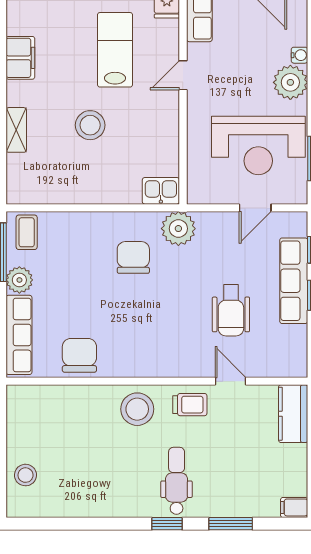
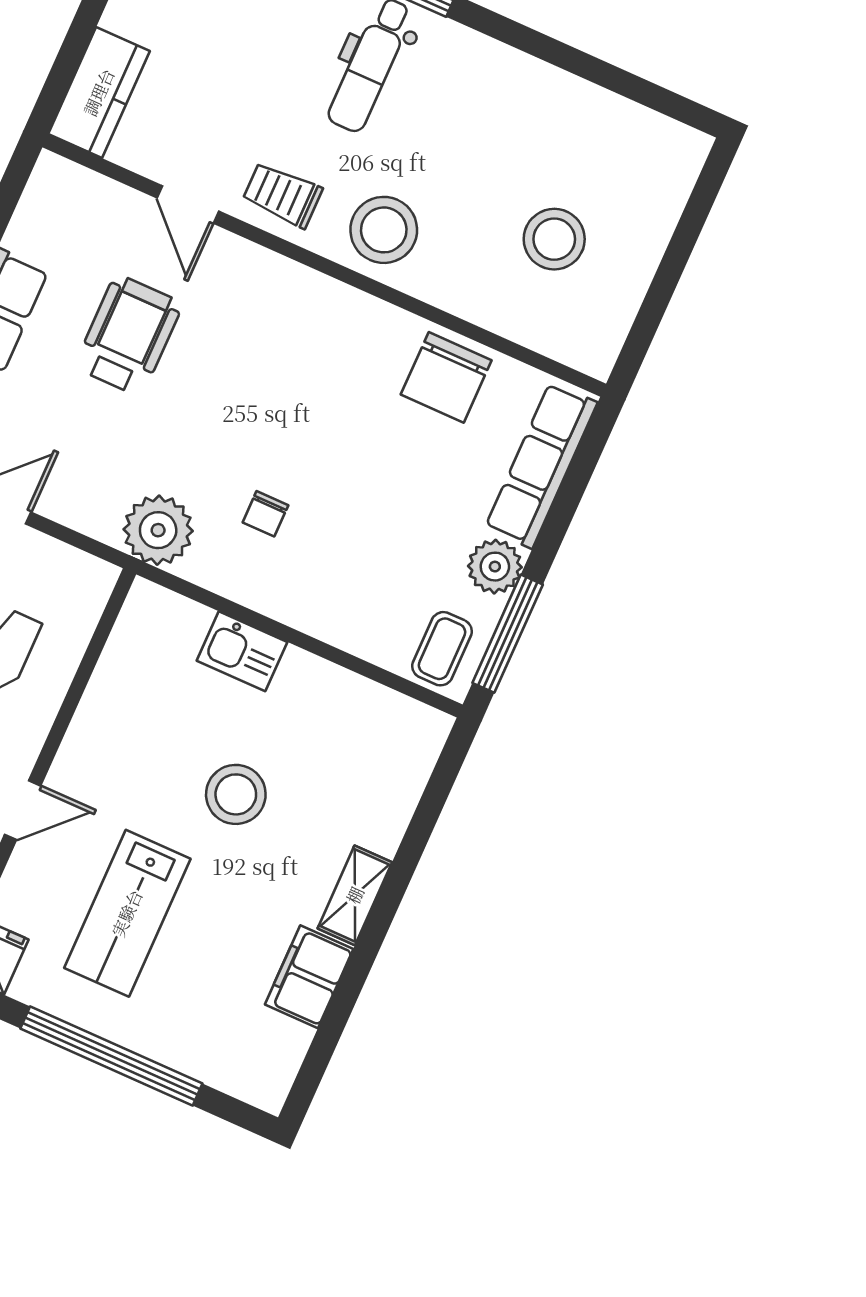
shelving: (16, 130) -> (355, 895), moved
kitchen sink: (161, 191) -> (242, 651), moved
chair: (133, 257) -> (265, 514), width x0.54, depth x0.54
stool: (26, 475) -> (554, 239), moved, width x1.38, depth x1.38

